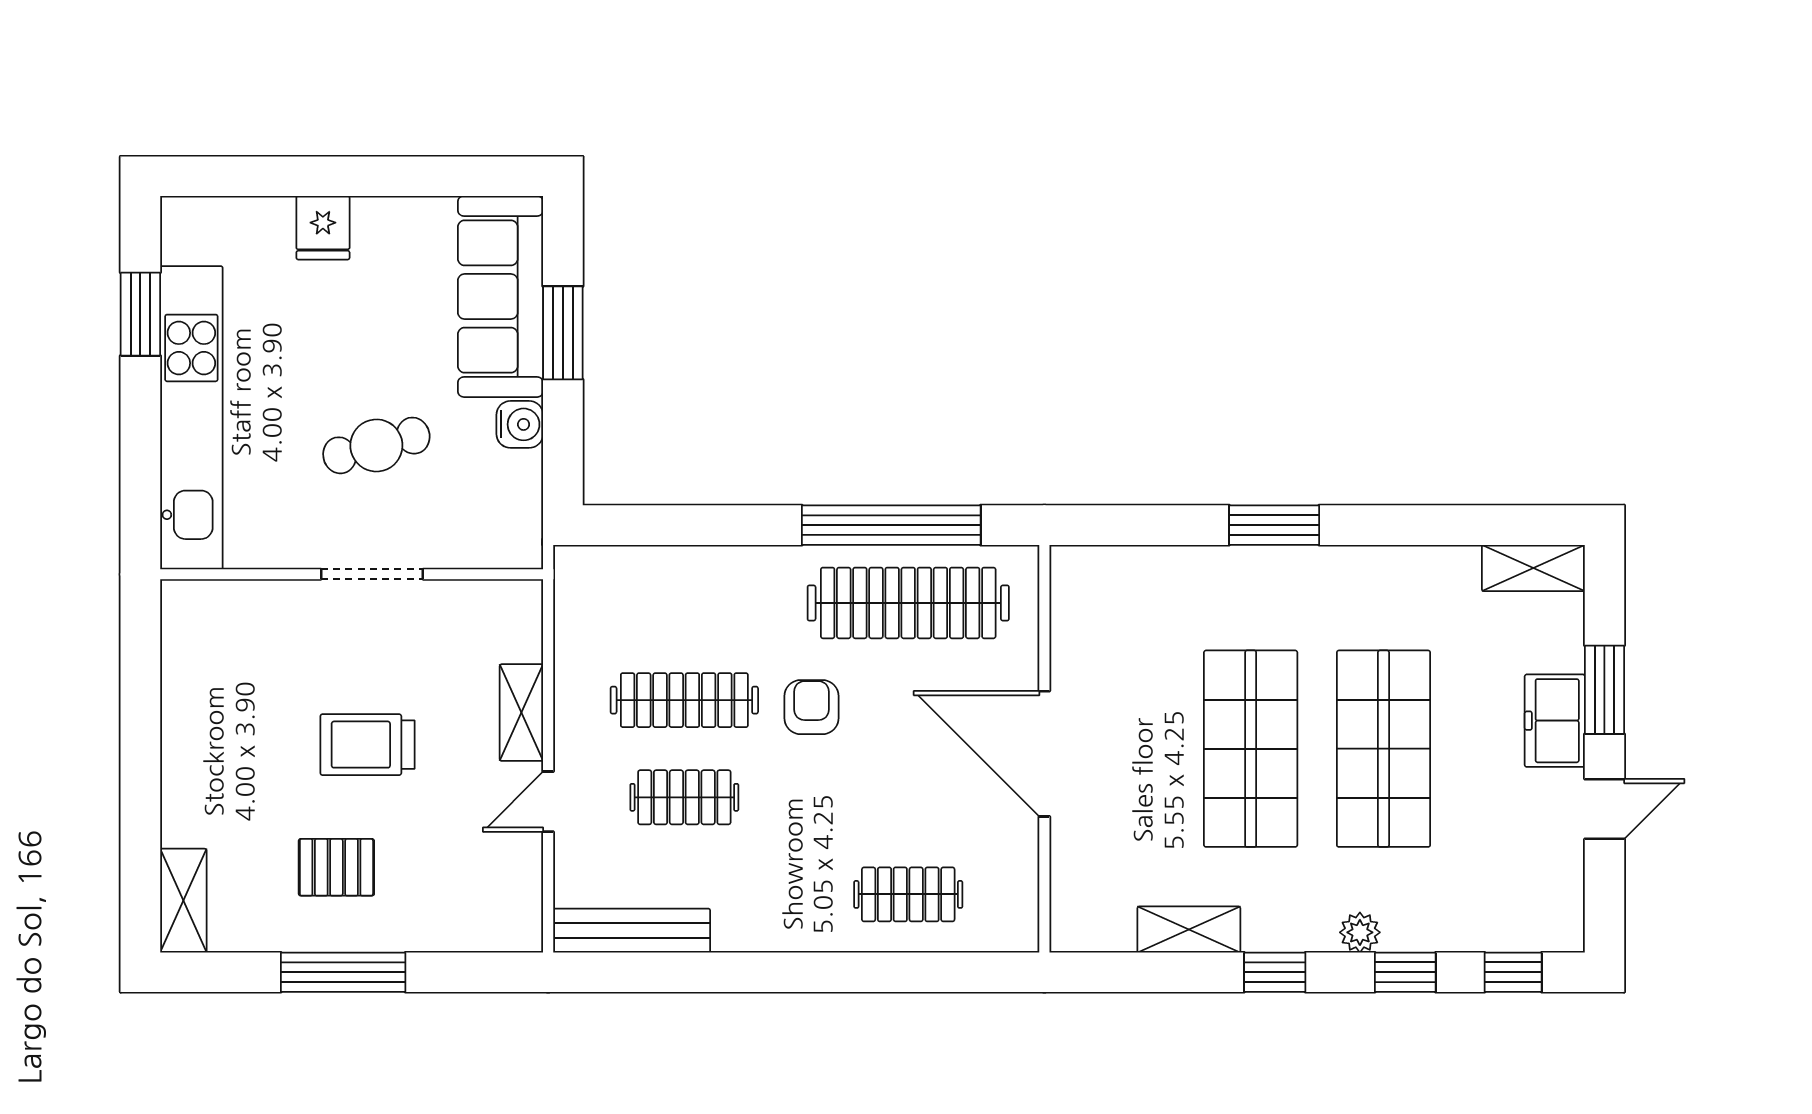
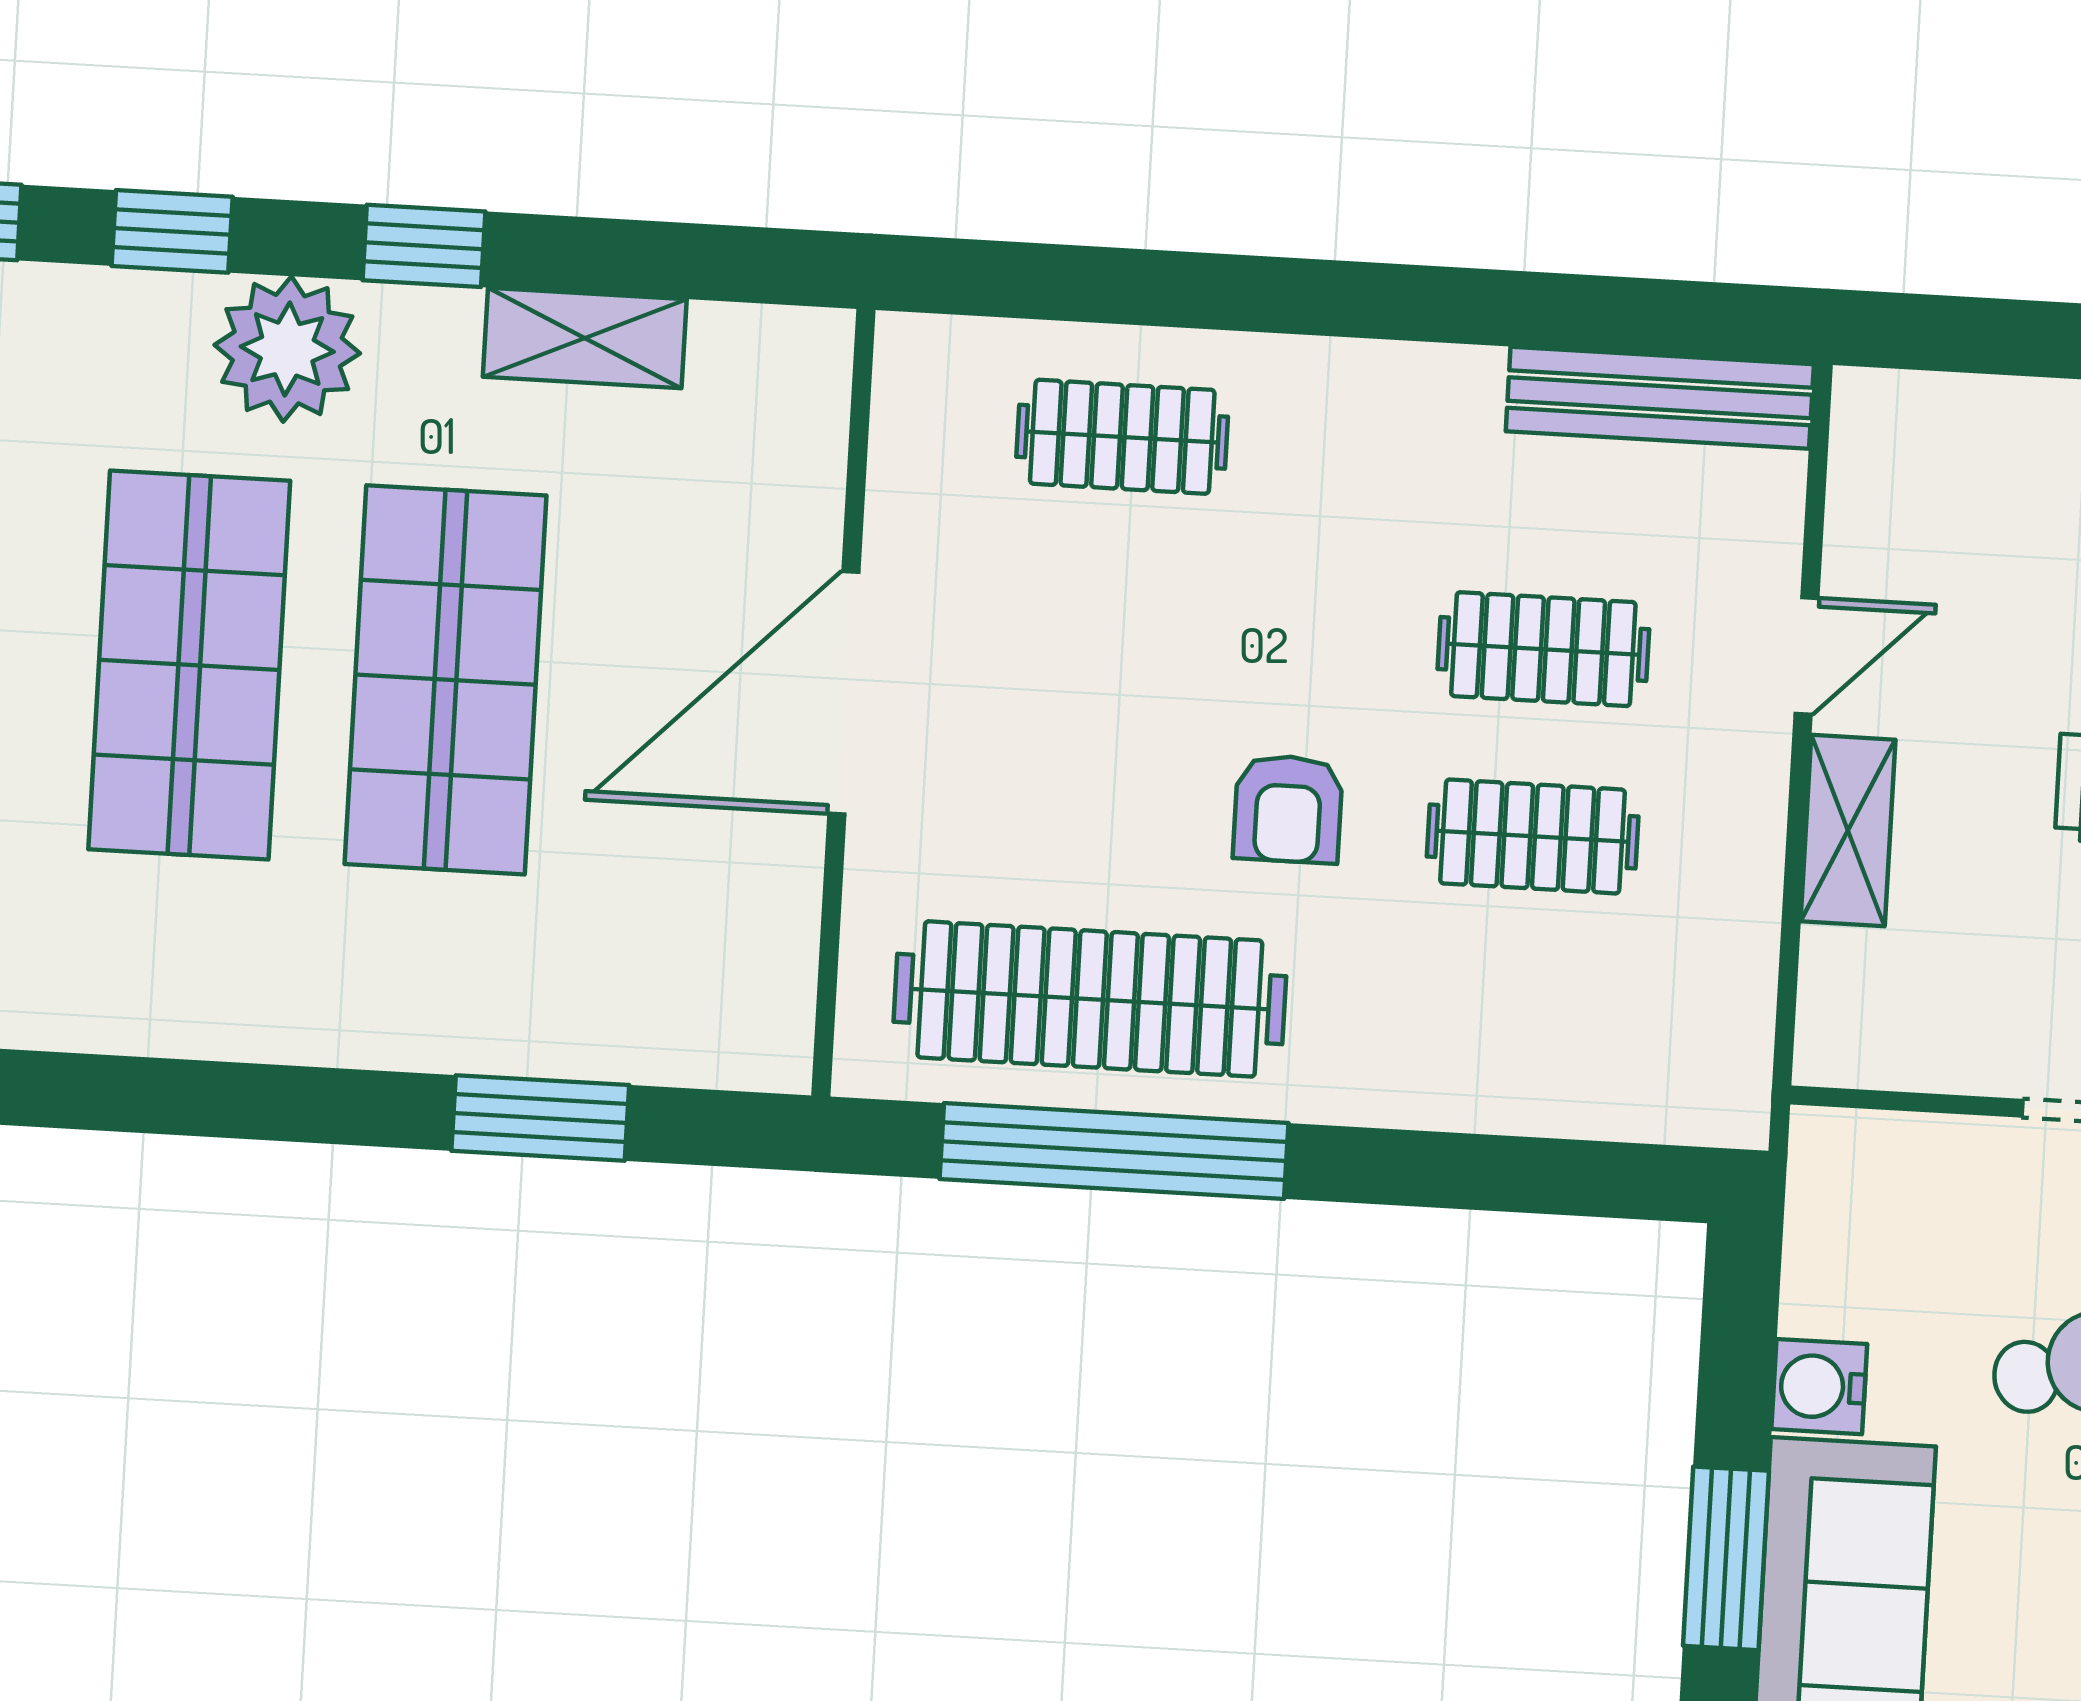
window: (1274, 525) -> (540, 1118), moved
clothes rail: (684, 700) -> (1533, 836), width x0.73
door: (1044, 754) -> (844, 693), swing flipped
plant: (1360, 932) -> (287, 349), width x1.88, depth x1.88

